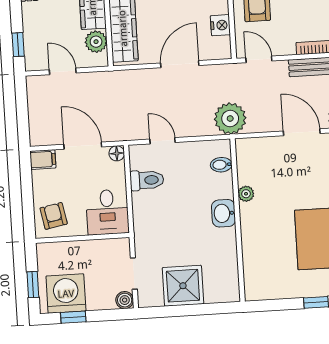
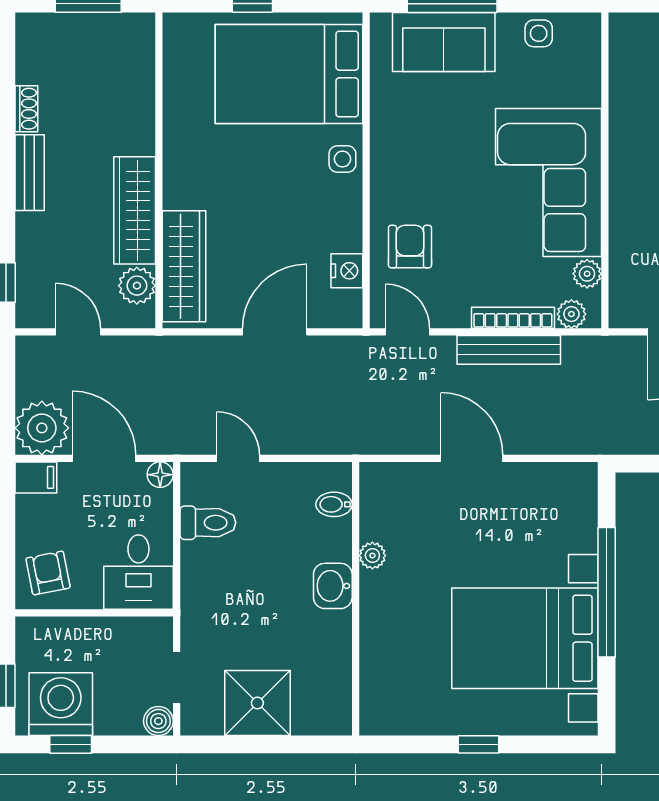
plant: (230, 119) -> (42, 428), moved

